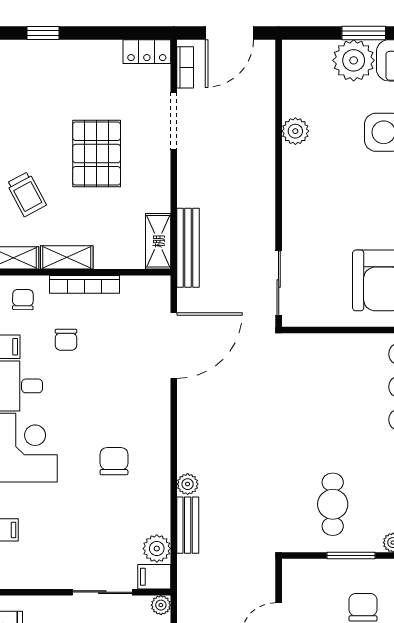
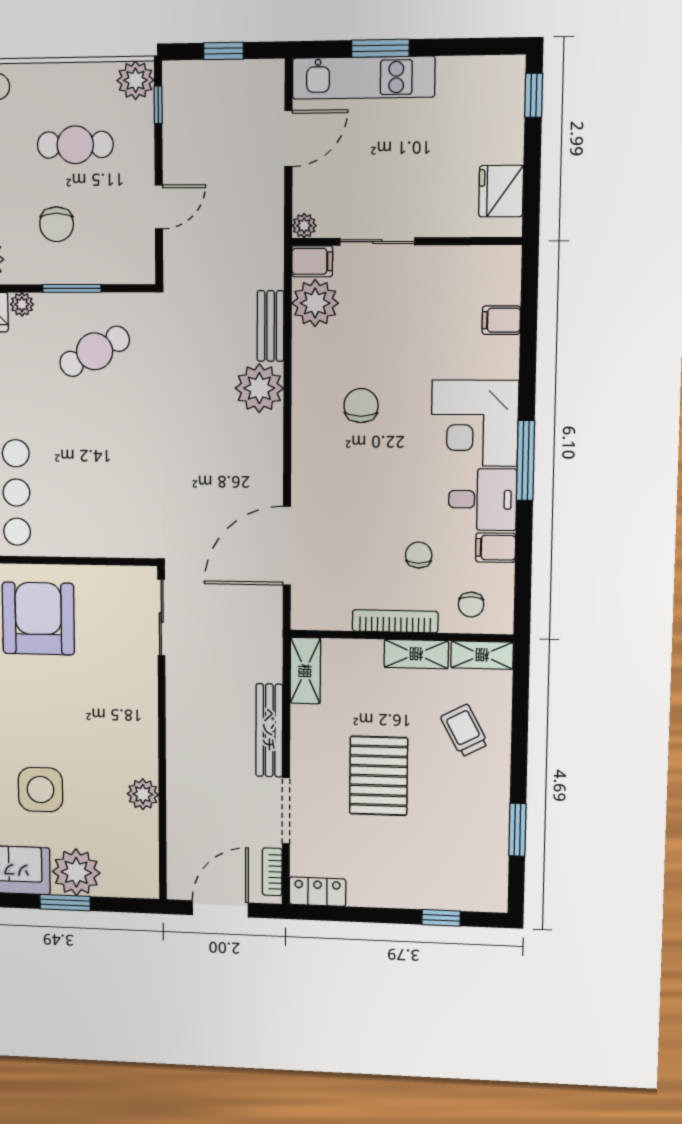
bench: (188, 248) -> (269, 730), moved
chair: (114, 461) -> (361, 406), turned 180
plant: (188, 484) -> (259, 388), width x1.87, depth x1.87
cafe table: (333, 504) -> (95, 351), turned 62
plant: (157, 549) -> (315, 303), width x1.36, depth x1.36

